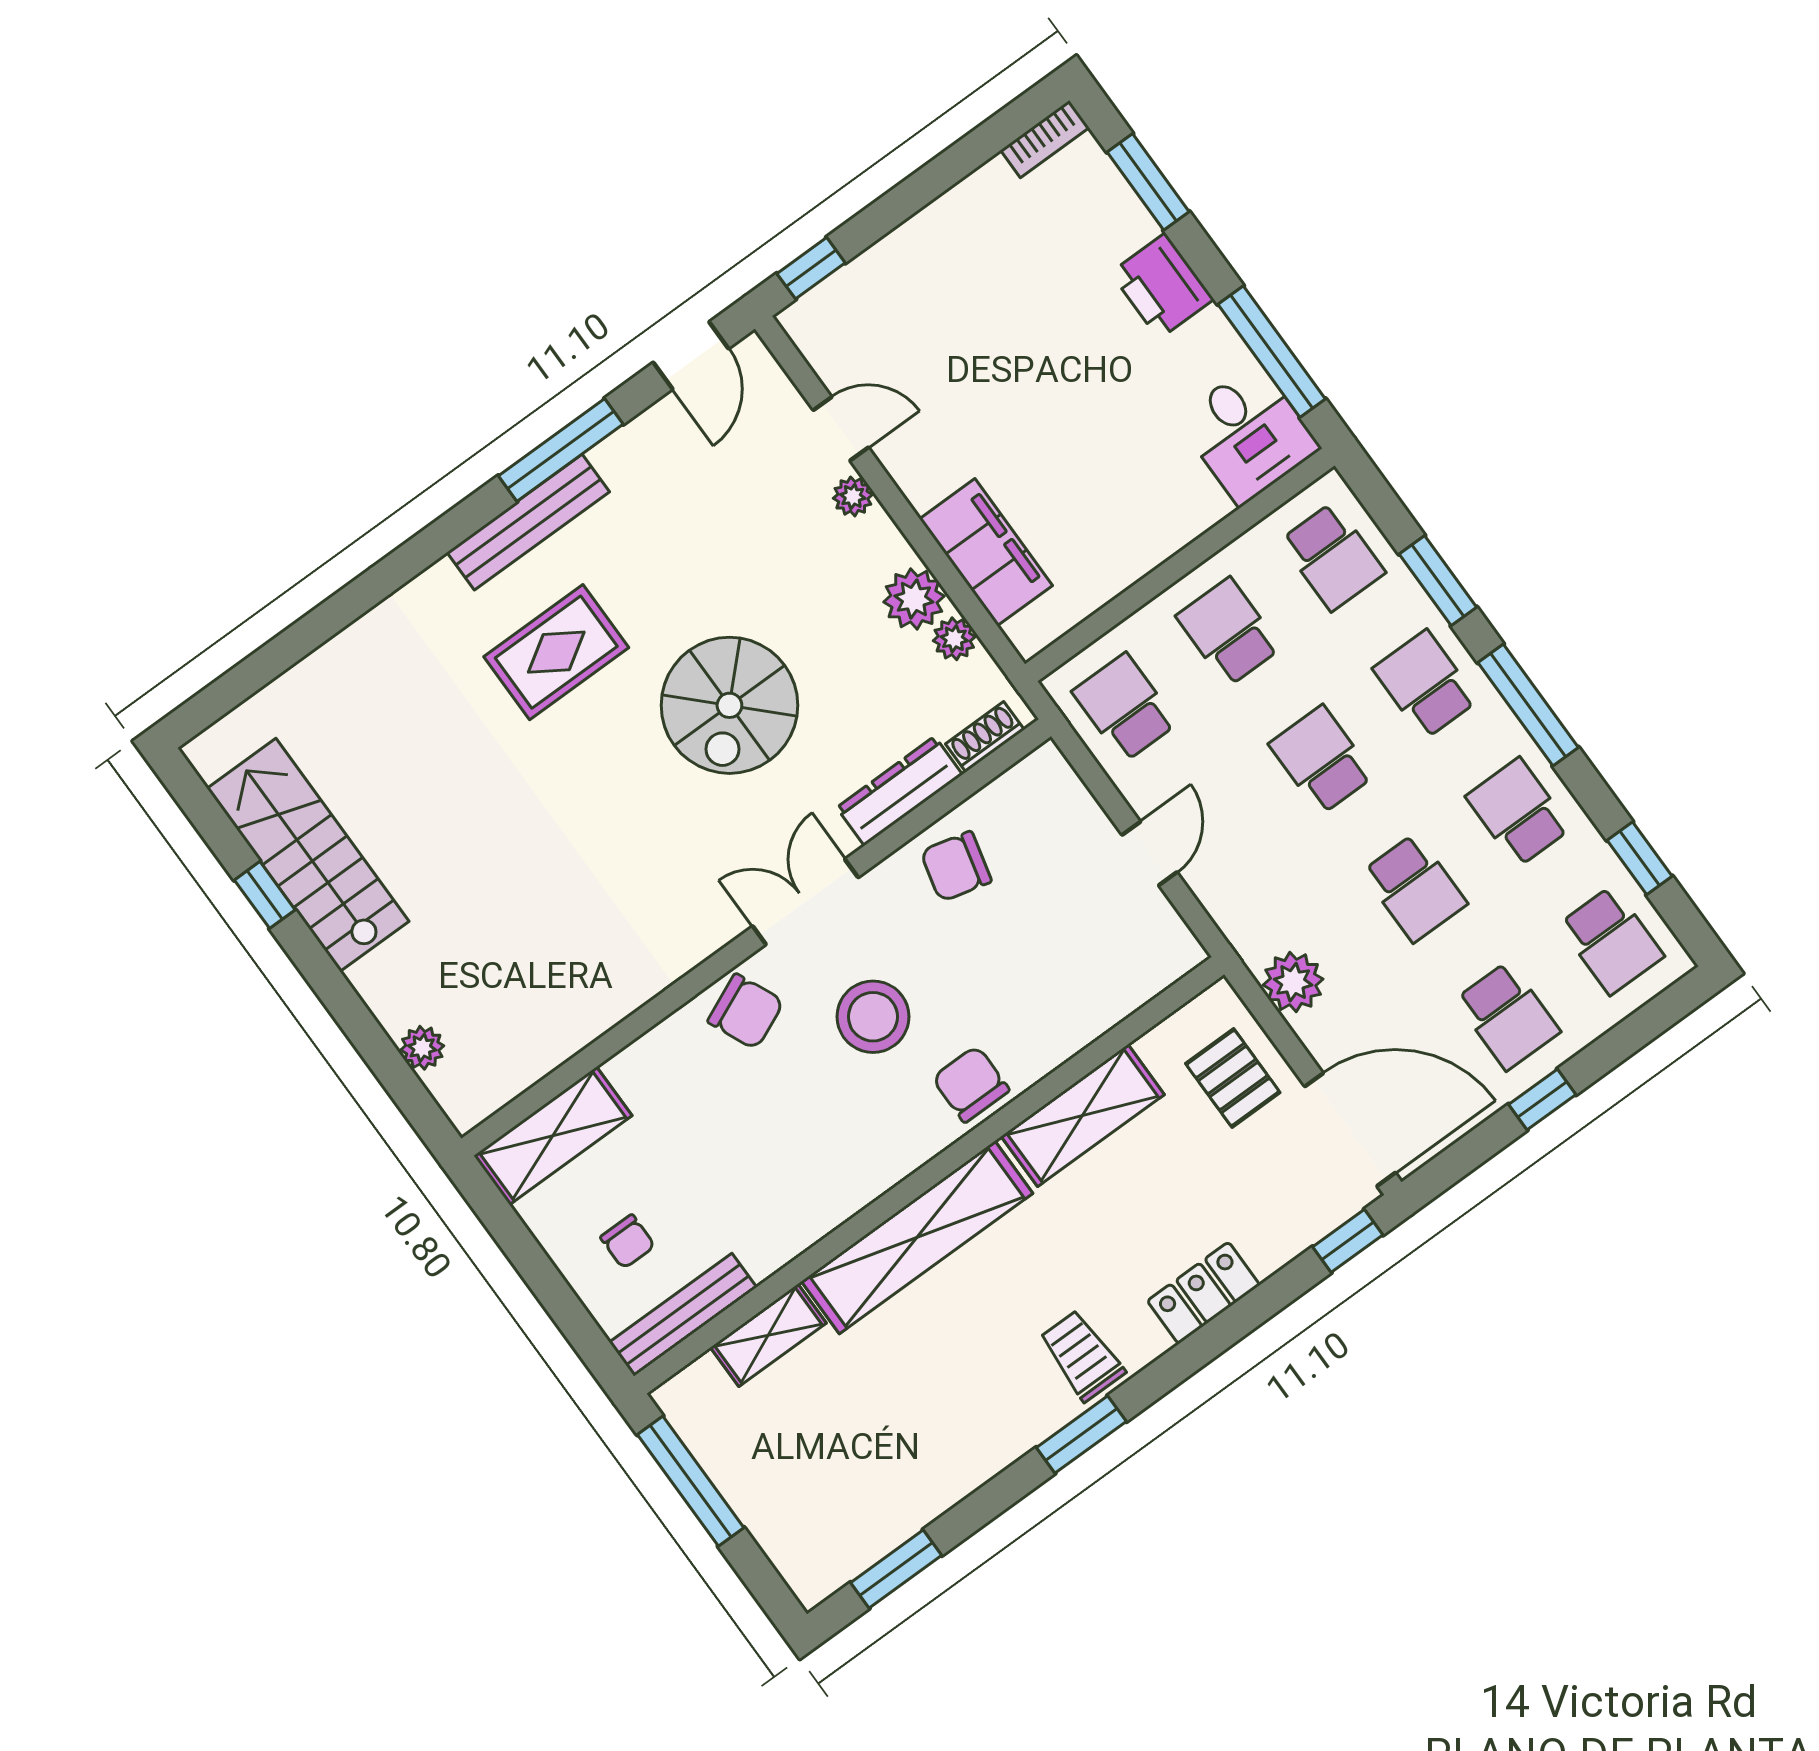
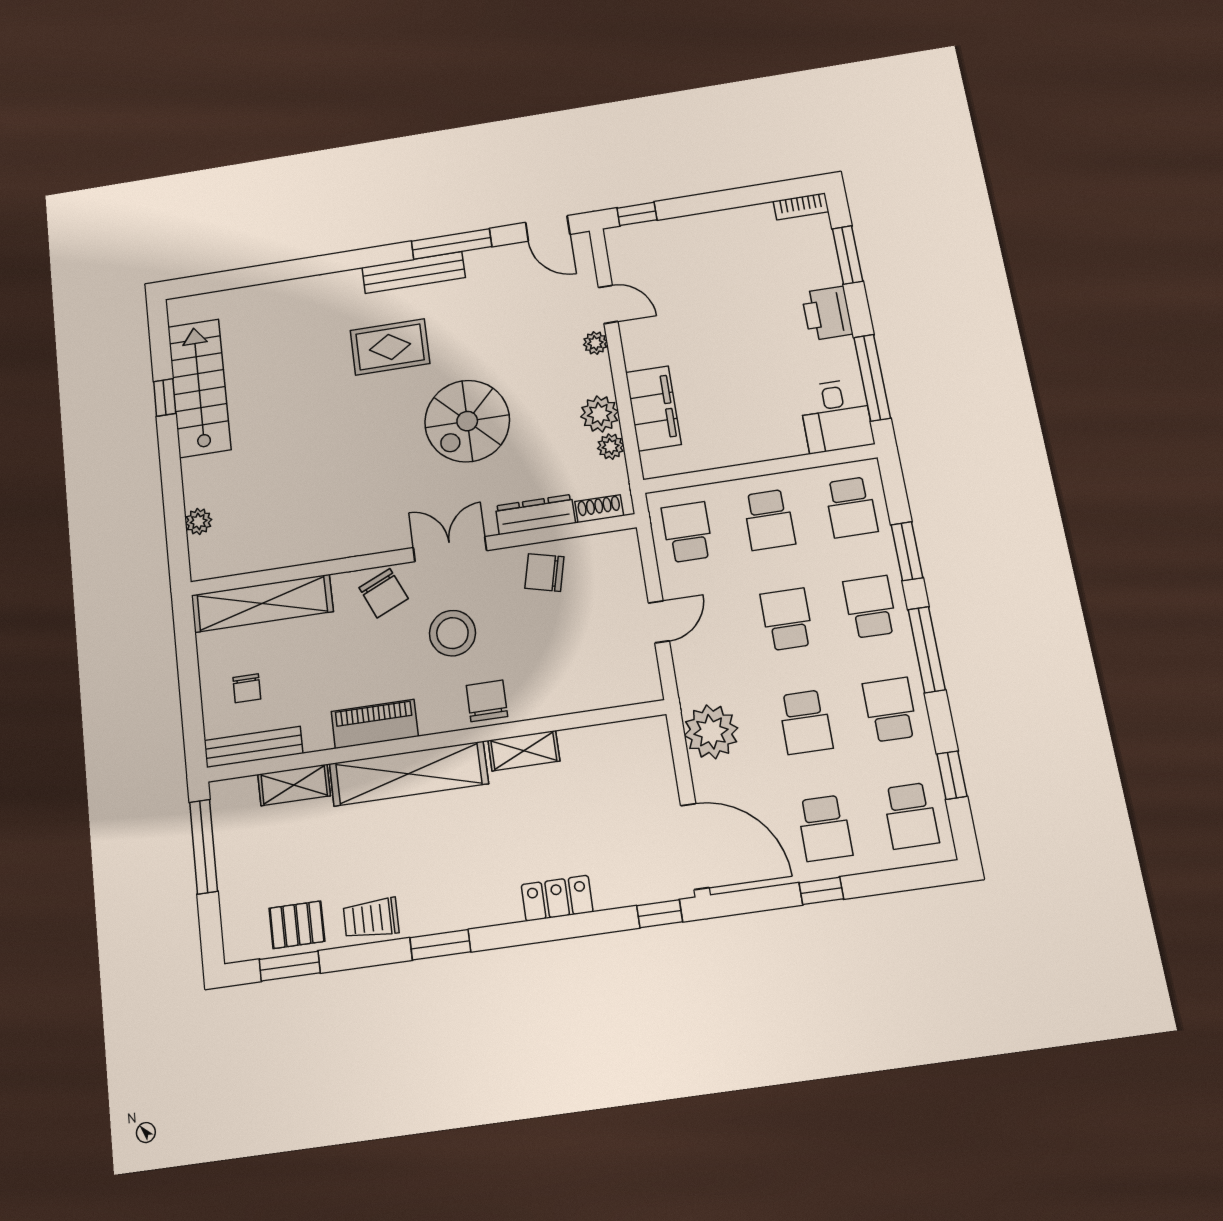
door: (691, 356) -> (548, 228), hinge flipped
school desk: (1229, 632) -> (769, 520), turned 180
plant: (1293, 982) -> (711, 732), width x1.36, depth x1.36
pallet: (1233, 1078) -> (297, 925), moved, turned 90
shelving: (1083, 1115) -> (524, 751), width x0.67, depth x0.75
shelving: (553, 1136) -> (262, 603), width x1.47
piano: (833, 1196) -> (375, 724), added
trolley: (1082, 1356) -> (371, 918), moved, turned -90

